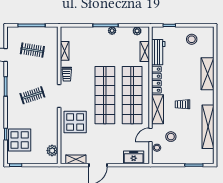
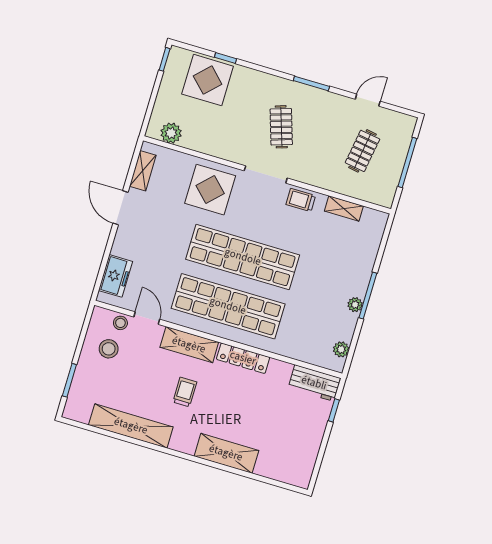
stool: (192, 39) -> (297, 443), removed
shelving: (145, 51) -> (300, 352), removed
workbench: (158, 52) -> (314, 383), moved
stool: (171, 137) -> (109, 349), moved

